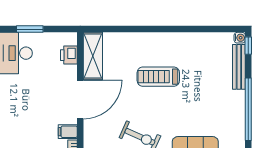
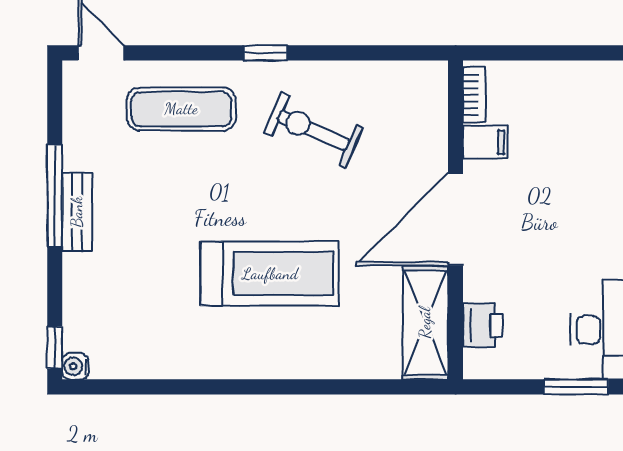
bench: (239, 67) -> (77, 212), moved, width x0.73
treadmill: (158, 77) -> (270, 274), width x1.37, depth x1.38
window: (248, 109) -> (55, 196), width x0.68

